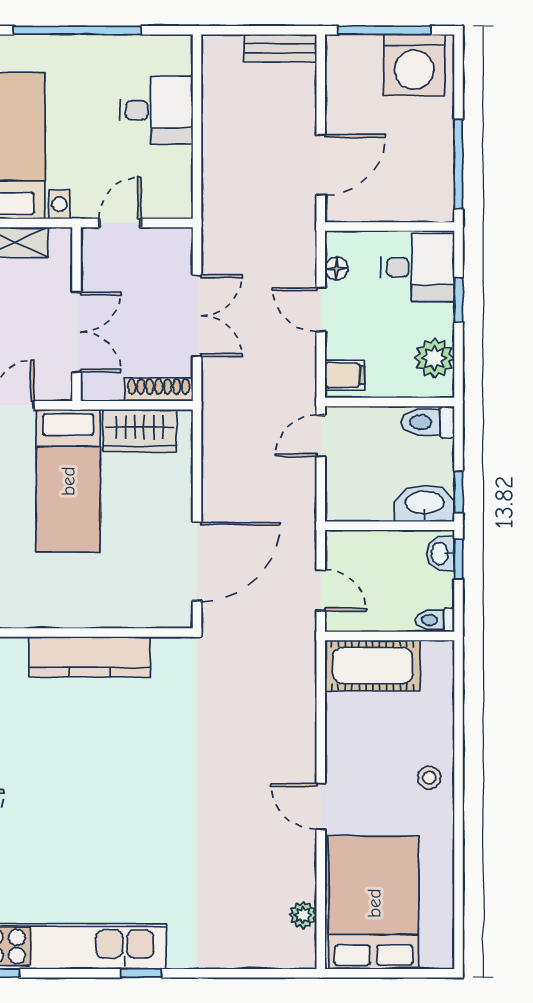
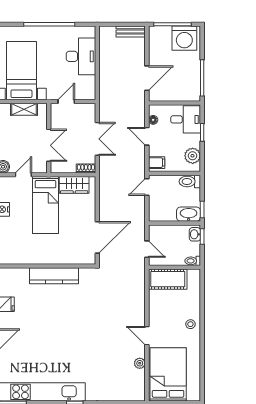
desk: (156, 110) -> (81, 56), width x1.37
shoe rack: (159, 390) -> (86, 168), width x0.70
plant: (303, 915) -> (140, 363), moved

